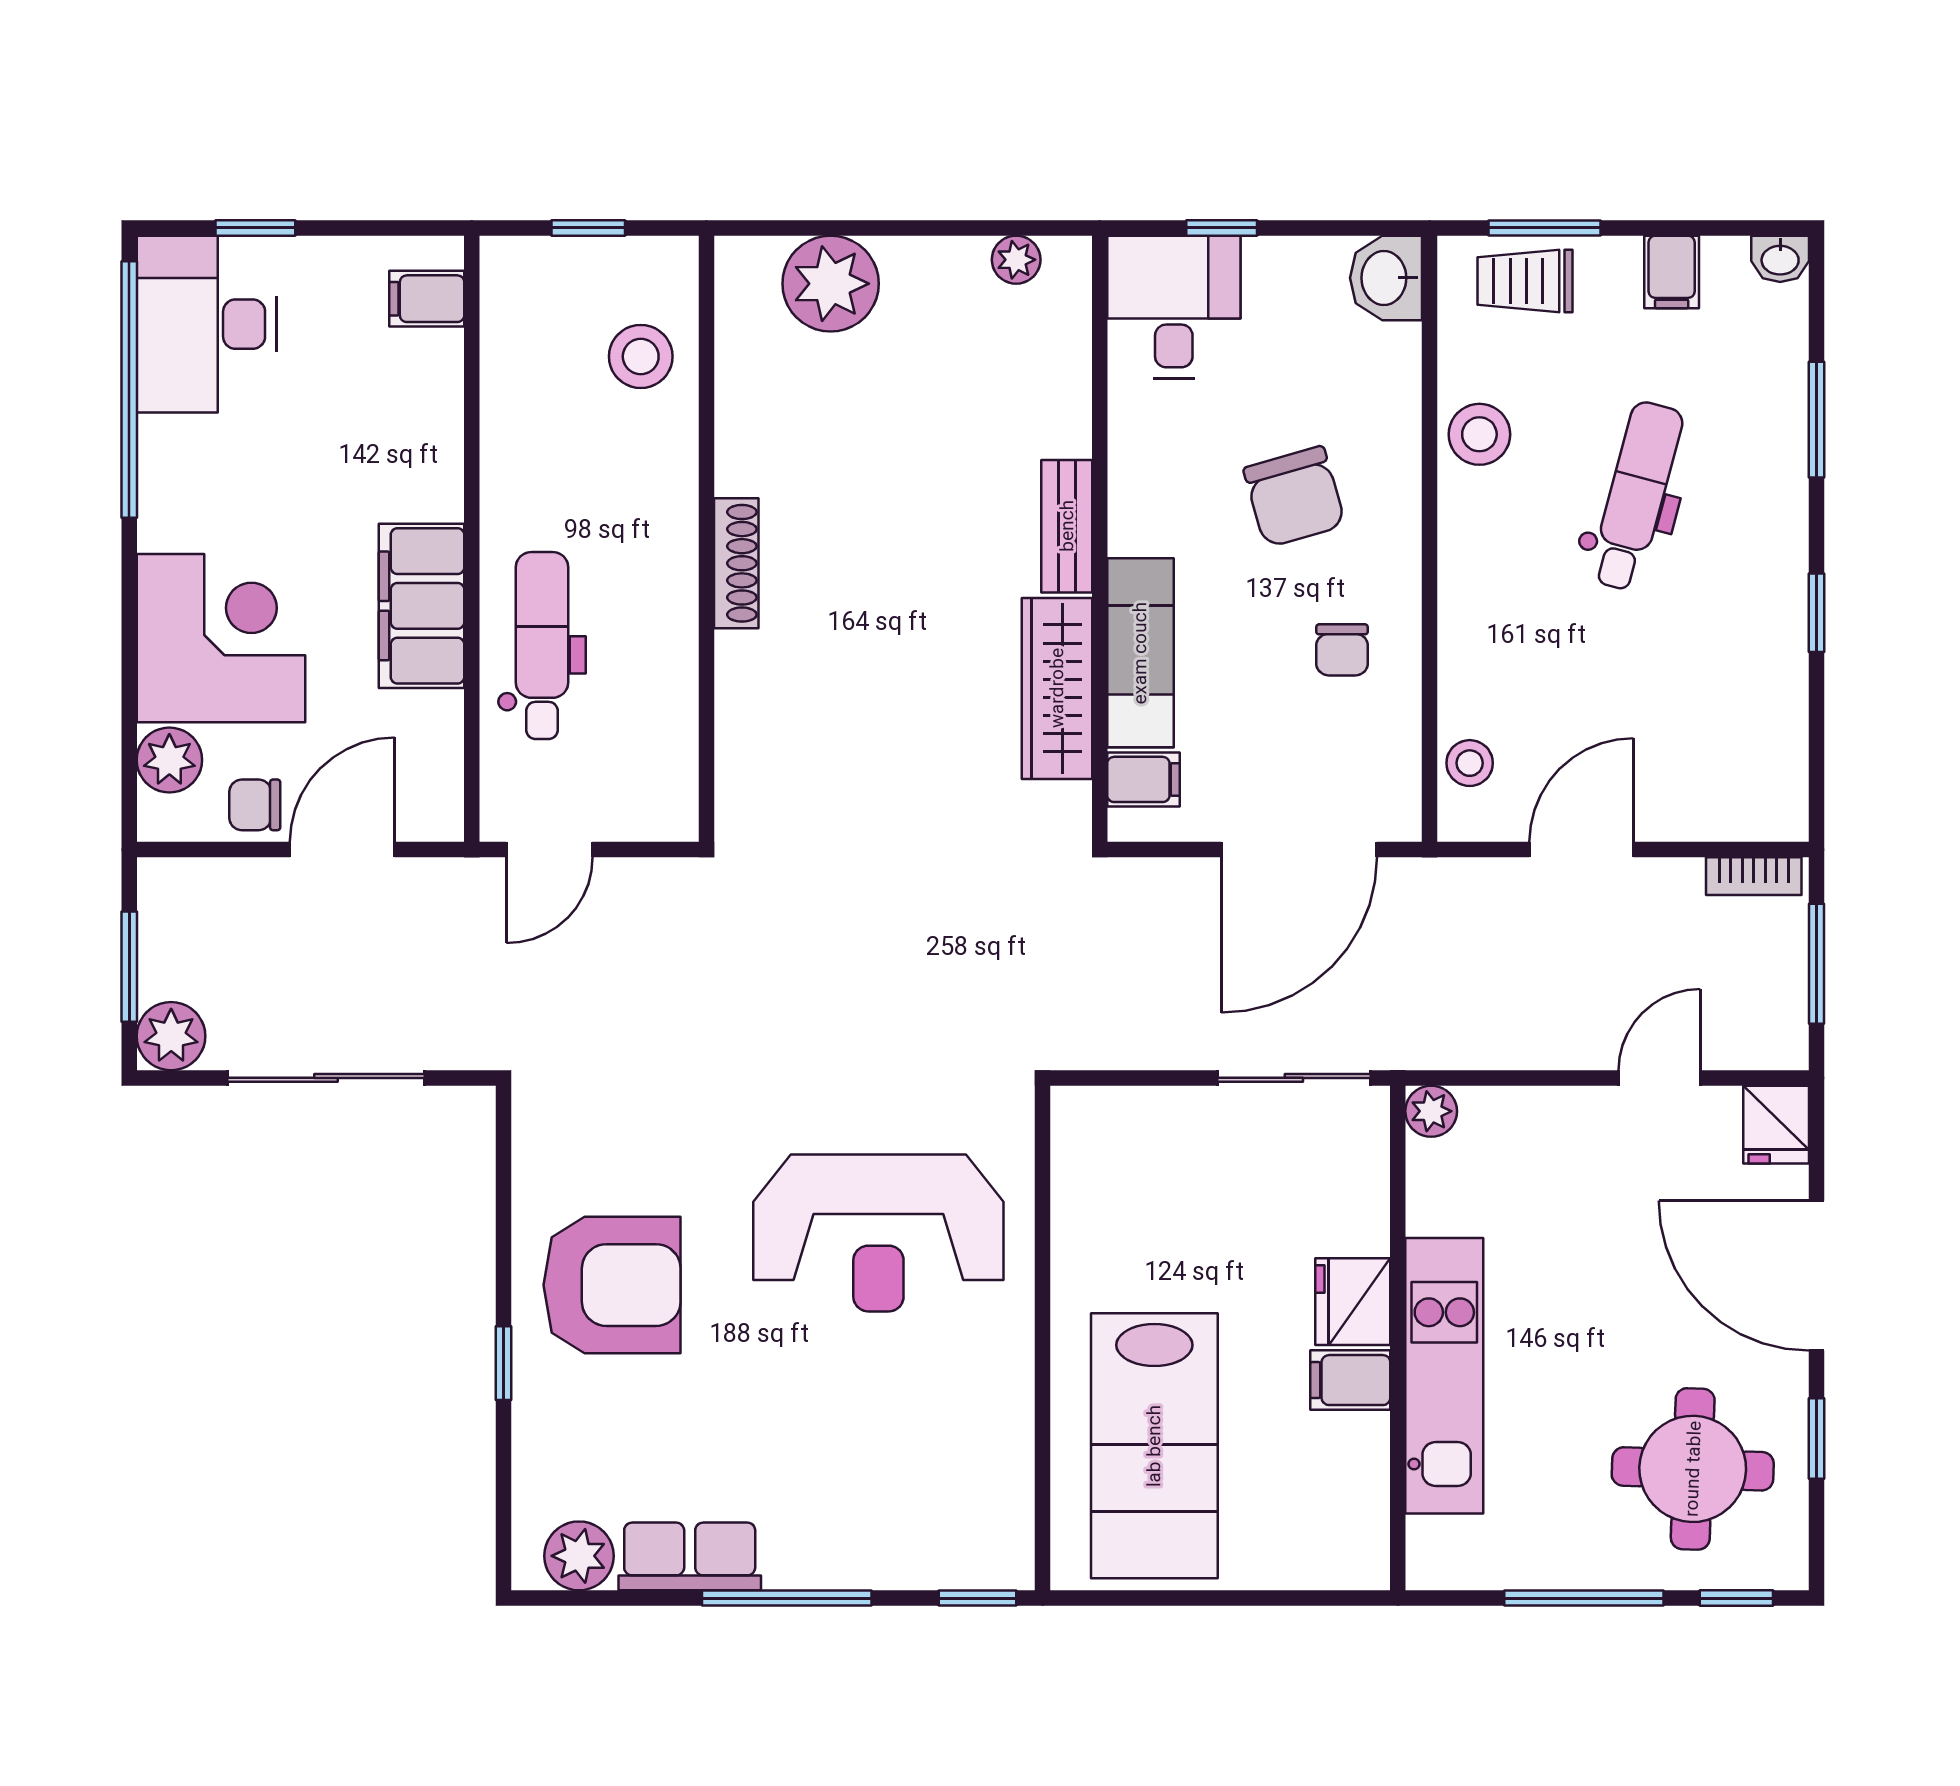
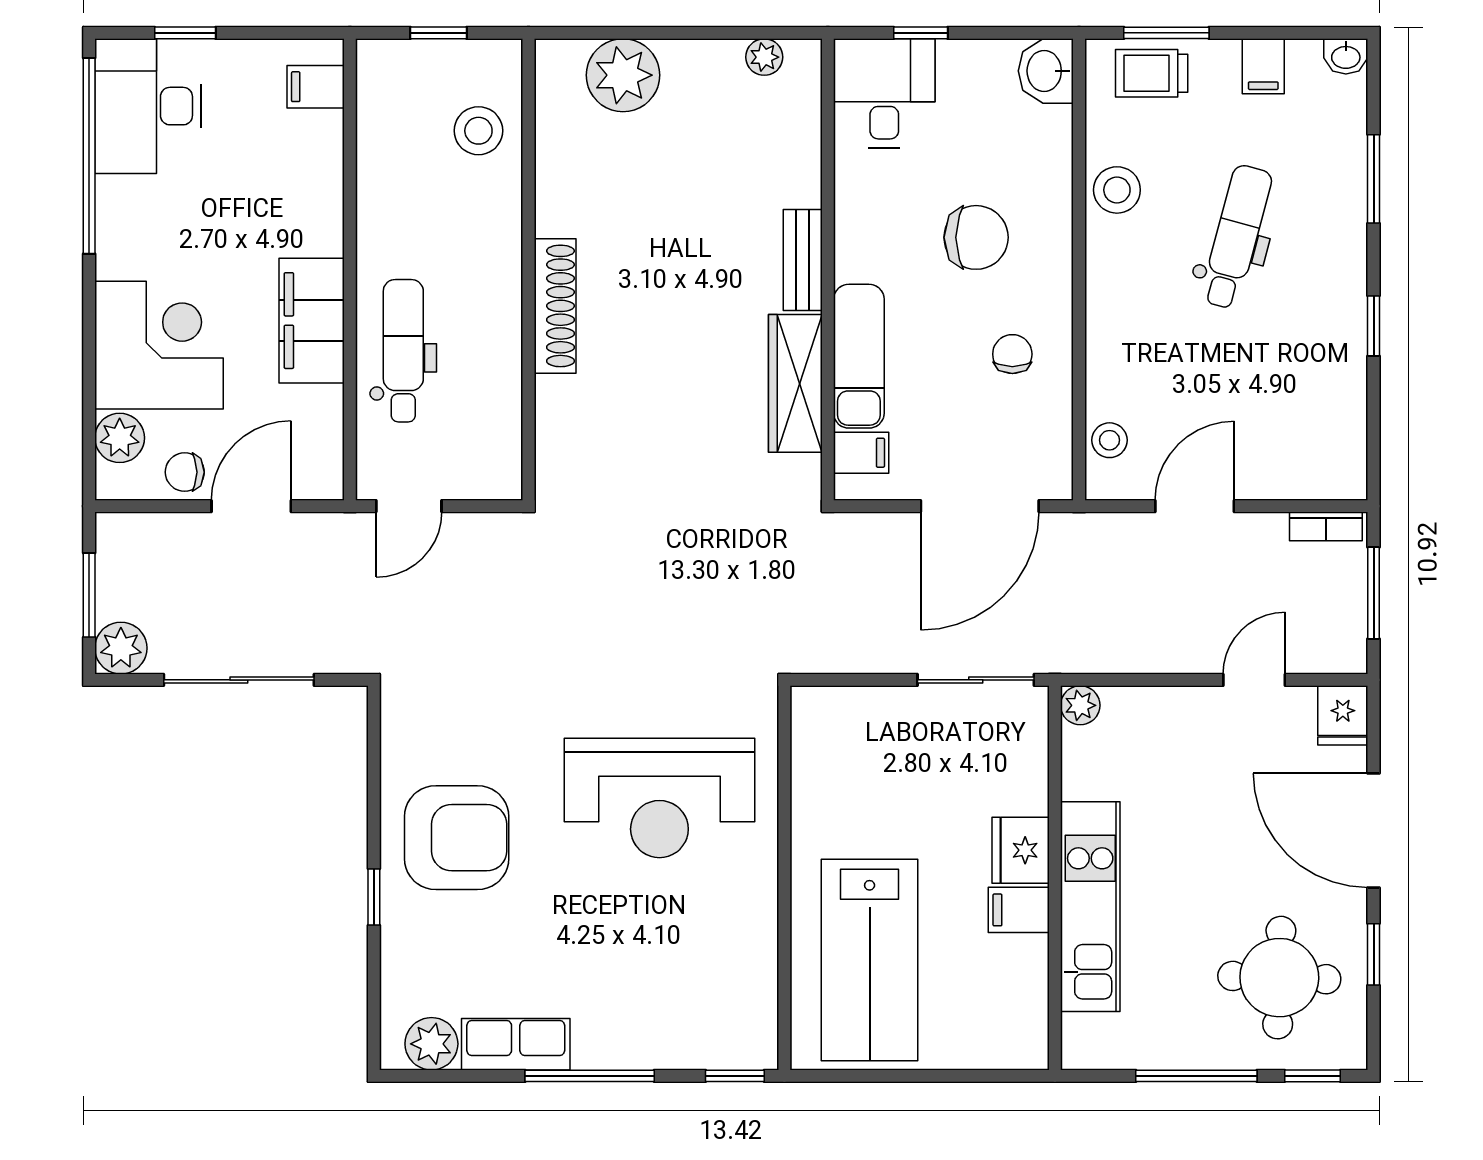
chair: (1294, 497) -> (976, 237), turned -74
shoe rack: (736, 563) -> (555, 306), width x1.36, depth x1.24
chair: (1342, 650) -> (1012, 354), turned 180

